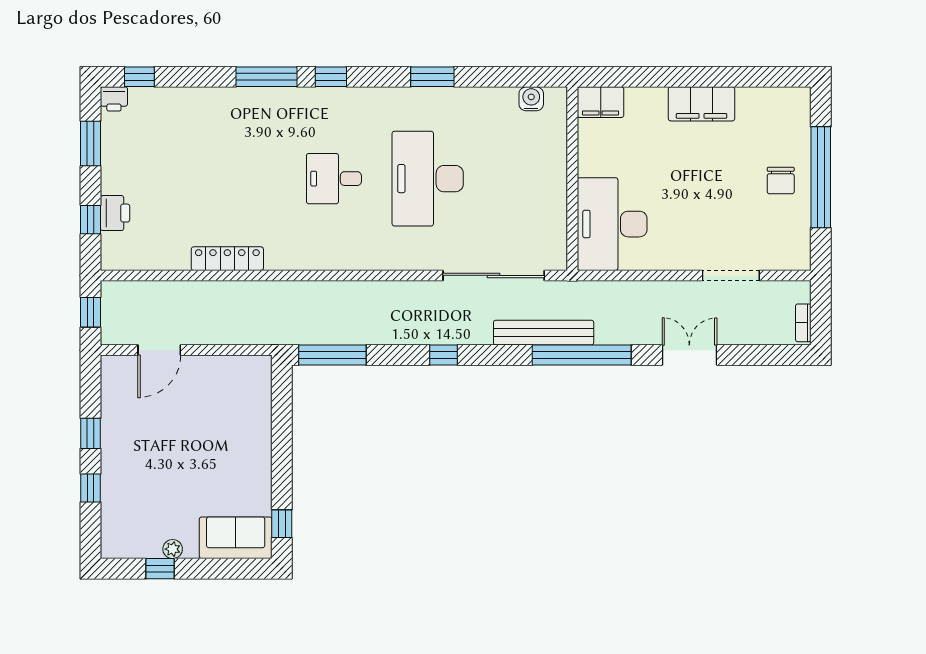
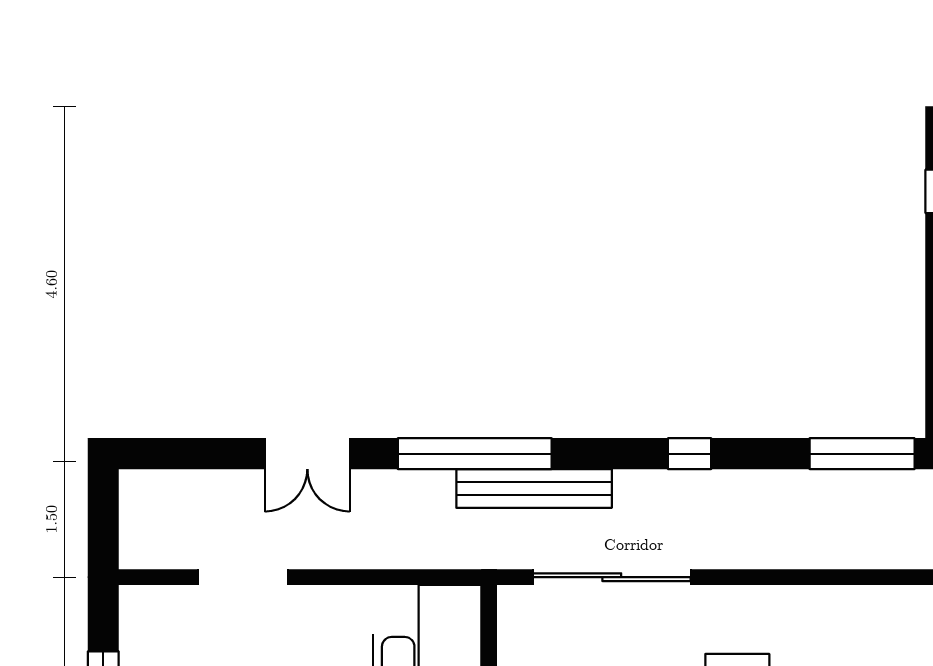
bookcase: (803, 323) -> (130, 504), removed

